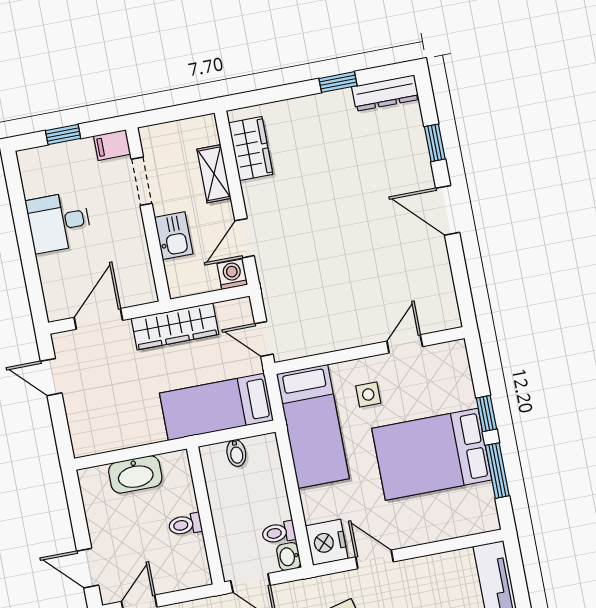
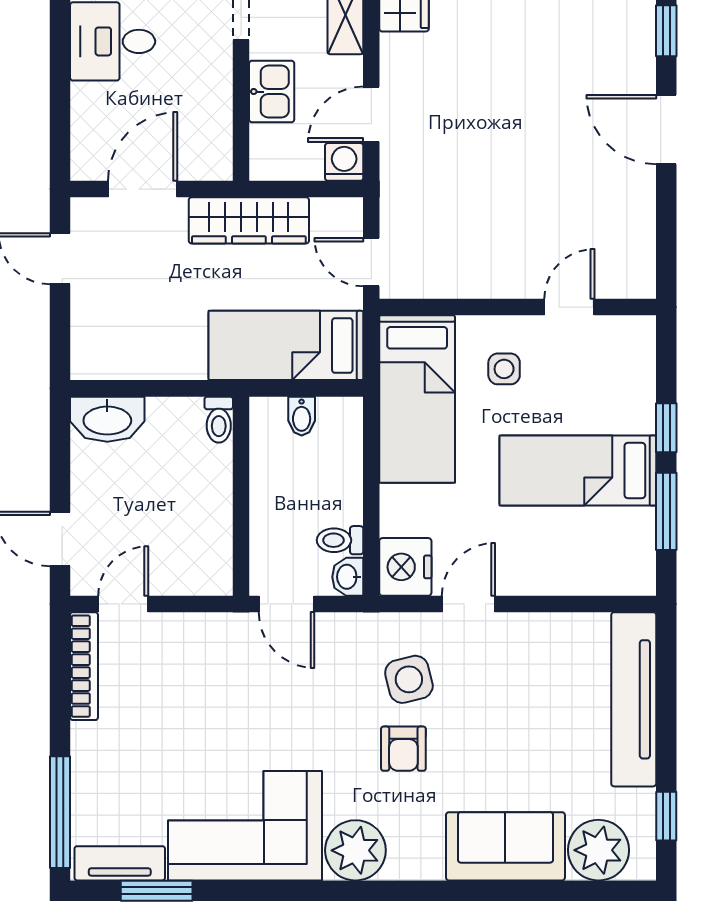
bed: (432, 454) -> (578, 471), width x0.67
washbasin: (135, 474) -> (107, 419), moved
toilet: (185, 525) -> (219, 420), moved, turned -90
door: (374, 559) -> (468, 604), hinge flipped

